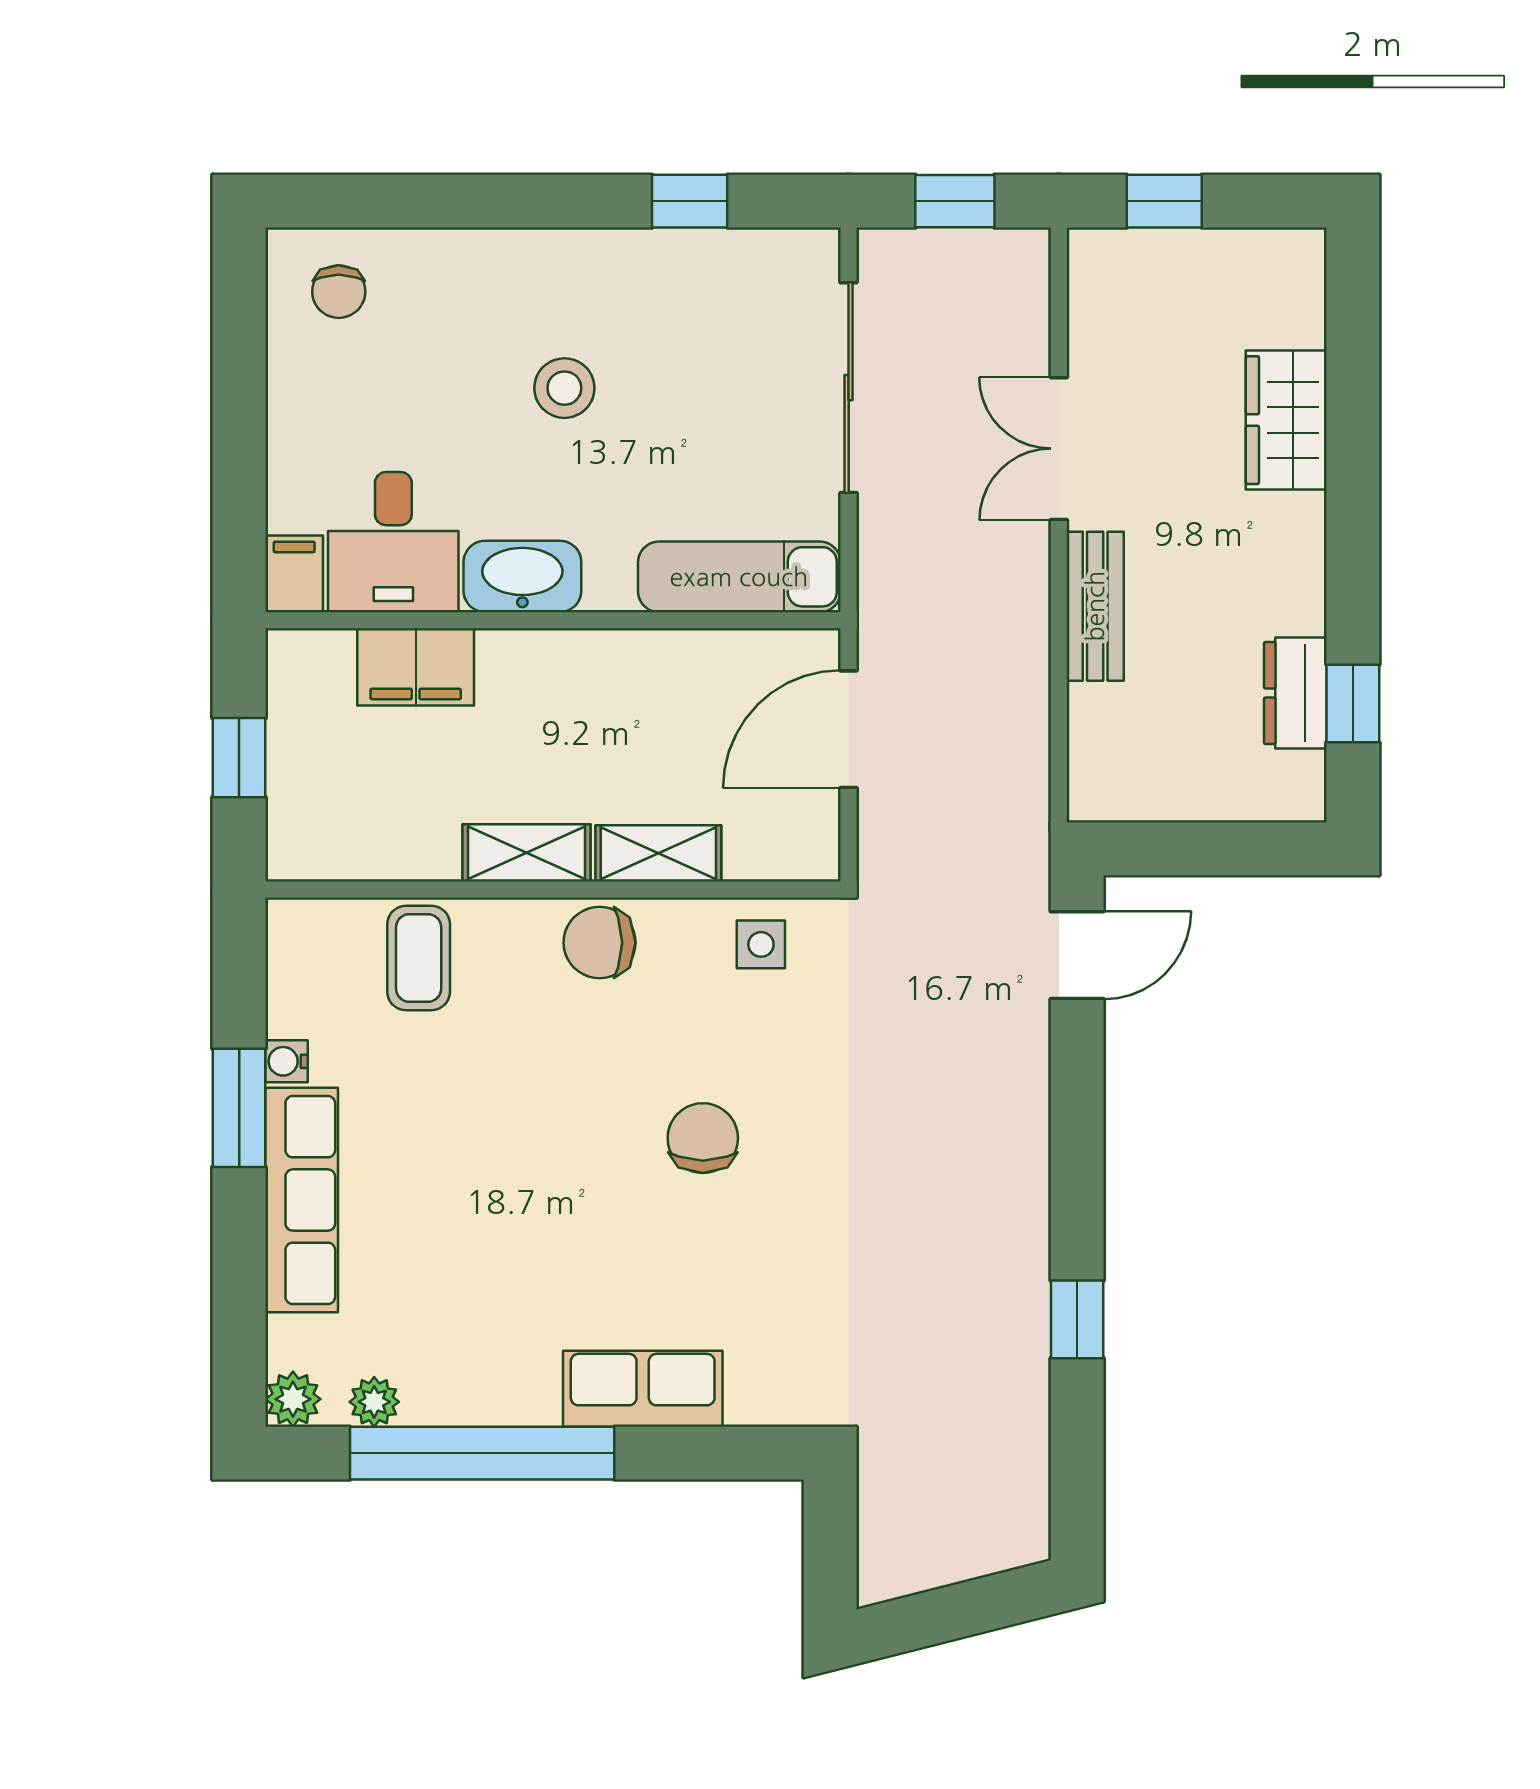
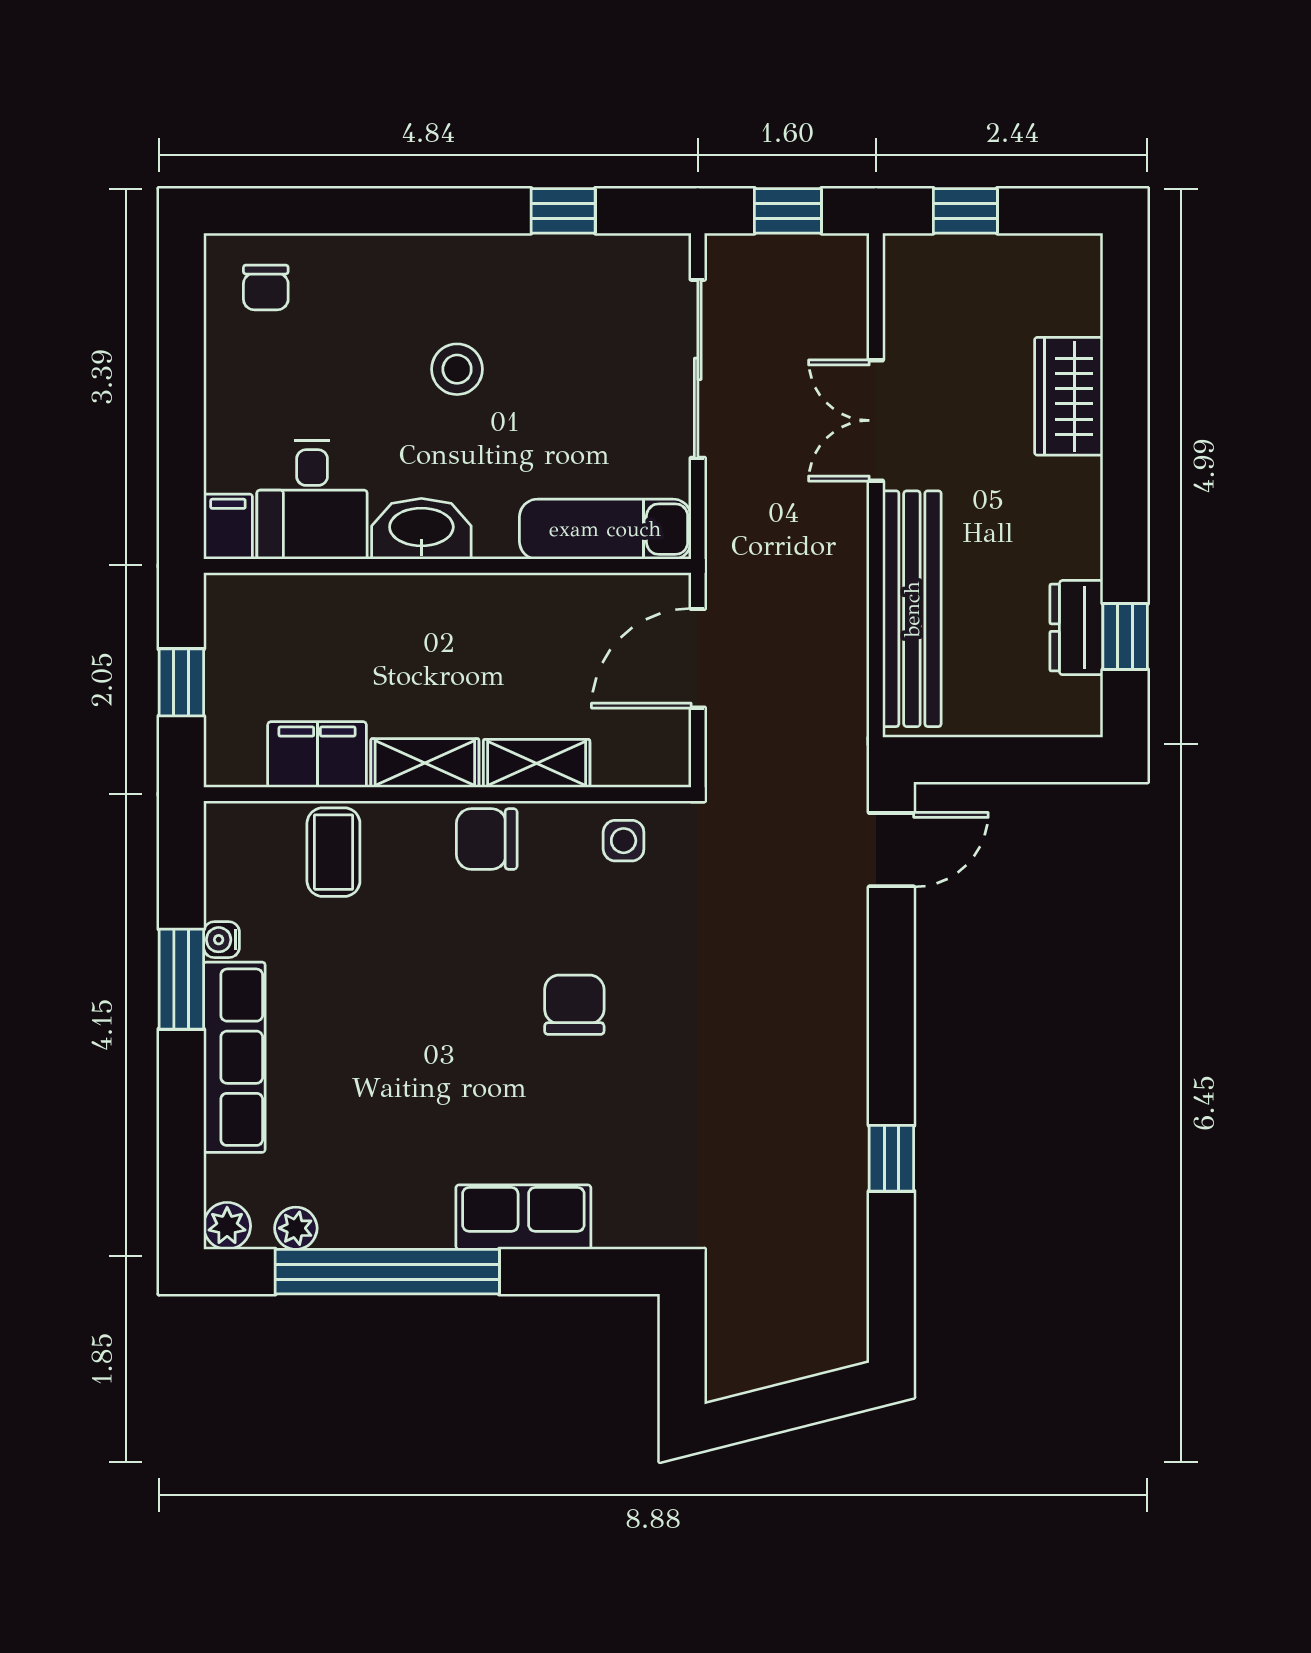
bench: (1095, 606) -> (912, 609), width x1.86, depth x1.21
filing cabinet: (416, 667) -> (317, 755), moved, turned 180

